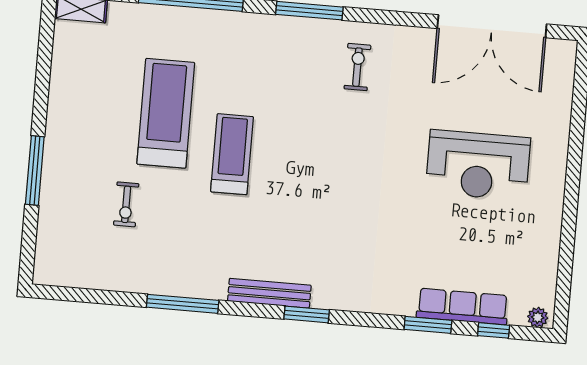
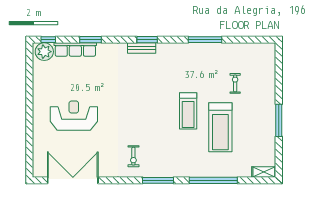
window: (35, 171) -> (279, 120), moved
bench: (269, 293) -> (142, 48), moved, width x0.73
plant: (538, 317) -> (44, 52), width x1.87, depth x1.87
window: (494, 330) -> (48, 40), moved

